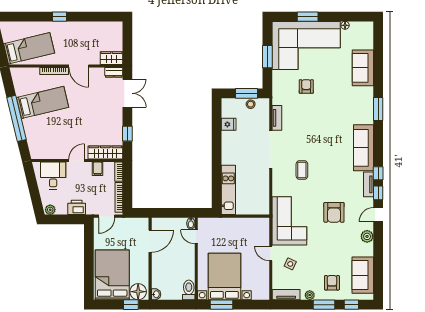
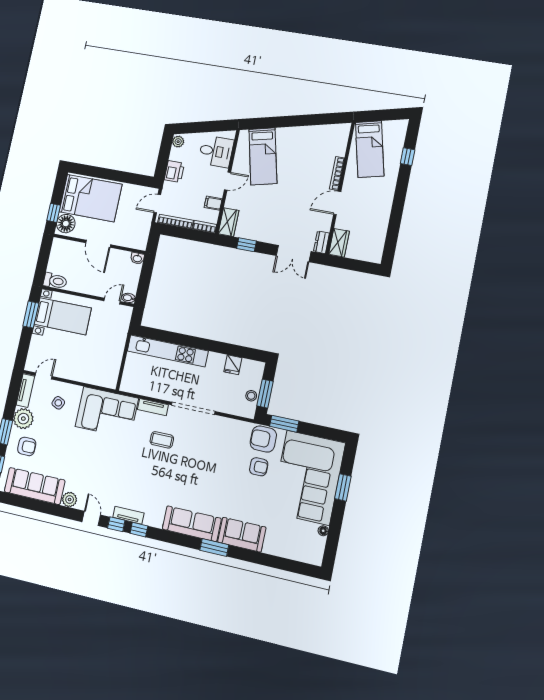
window: (59, 17) -> (408, 157), moved
window: (267, 57) -> (284, 424), moved
sofa: (363, 68) -> (242, 535), moved
bed: (43, 102) -> (263, 156), moved
window: (17, 118) -> (290, 121), removed
tv unit: (277, 118) -> (153, 407), moved
sofa: (364, 148) -> (192, 524), moved
wardrobe: (105, 152) -> (229, 222), width x0.67
door: (77, 161) -> (227, 181), hinge flipped
kitchen unit: (228, 190) -> (168, 351), width x1.36
armchair: (334, 212) -> (263, 439), moved
door: (107, 216) -> (157, 204), hinge flipped
door: (150, 241) -> (98, 244), moved
door: (271, 253) -> (44, 376), moved
sofa: (363, 275) -> (35, 486), width x1.36
bed with nightstands: (224, 277) -> (63, 316), width x0.73
washbasin: (156, 294) -> (137, 258), moved
plant: (310, 295) -> (23, 419), width x1.87, depth x1.87

